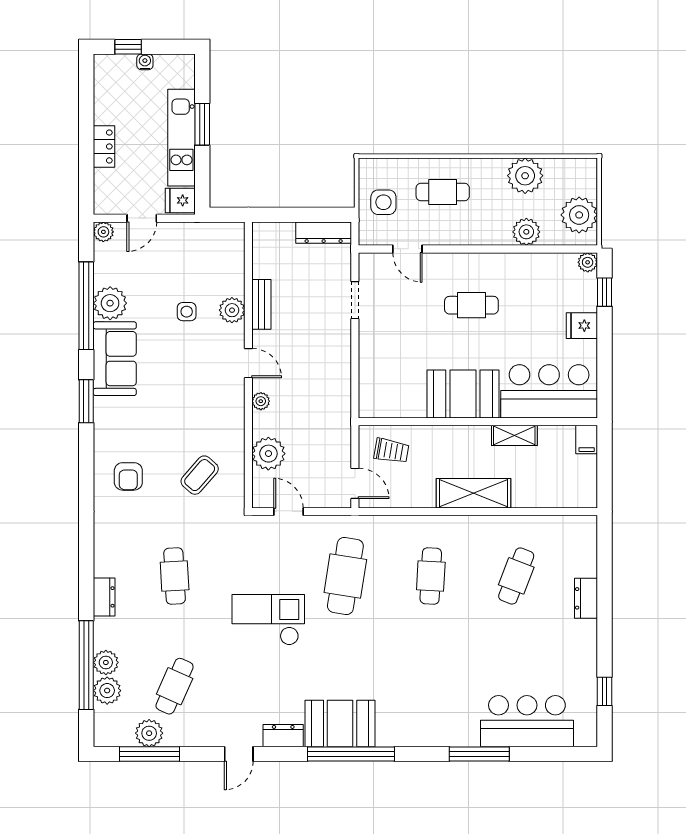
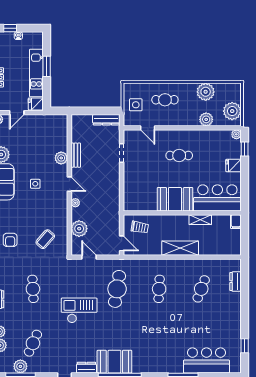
side table: (187, 312) -> (35, 184), moved
dresser: (586, 598) -> (236, 282), moved

